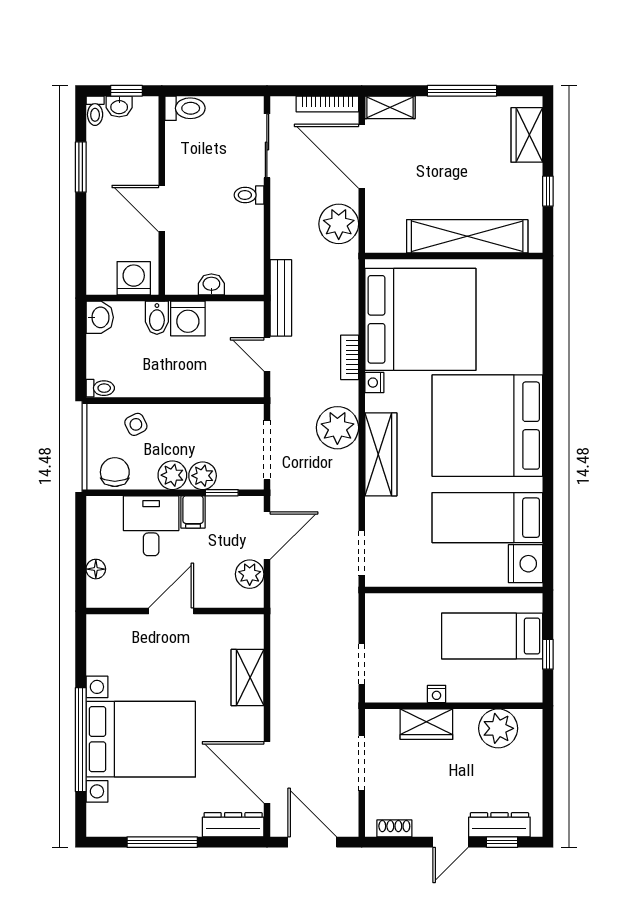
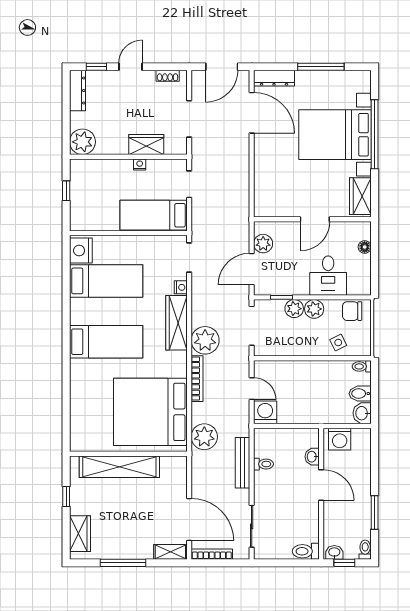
washbasin: (119, 107) -> (334, 552), moved
toilet: (249, 195) -> (264, 464), moved
plant: (339, 224) -> (204, 437), moved
washbasin: (211, 284) -> (312, 457), moved, turned 90
bench: (281, 298) -> (242, 463), moved
bidet: (157, 318) -> (360, 394), moved, turned -90
washing machine: (188, 319) -> (265, 412), moved
bookcase: (350, 357) -> (197, 379), width x1.56
nightstand: (374, 383) -> (181, 287), moved
bed: (487, 426) -> (106, 342), width x0.49
chair: (115, 472) -> (352, 311), turned 90
filing cabinet: (193, 512) -> (300, 285), removed
bed: (492, 636) -> (154, 215), moved, turned 180
wardrobe: (248, 678) -> (360, 196), moved, turned 180
plant: (498, 728) -> (82, 142), moved
dresser: (499, 825) -> (78, 91), moved, turned -90
door: (312, 842) -> (222, 67), hinge flipped

